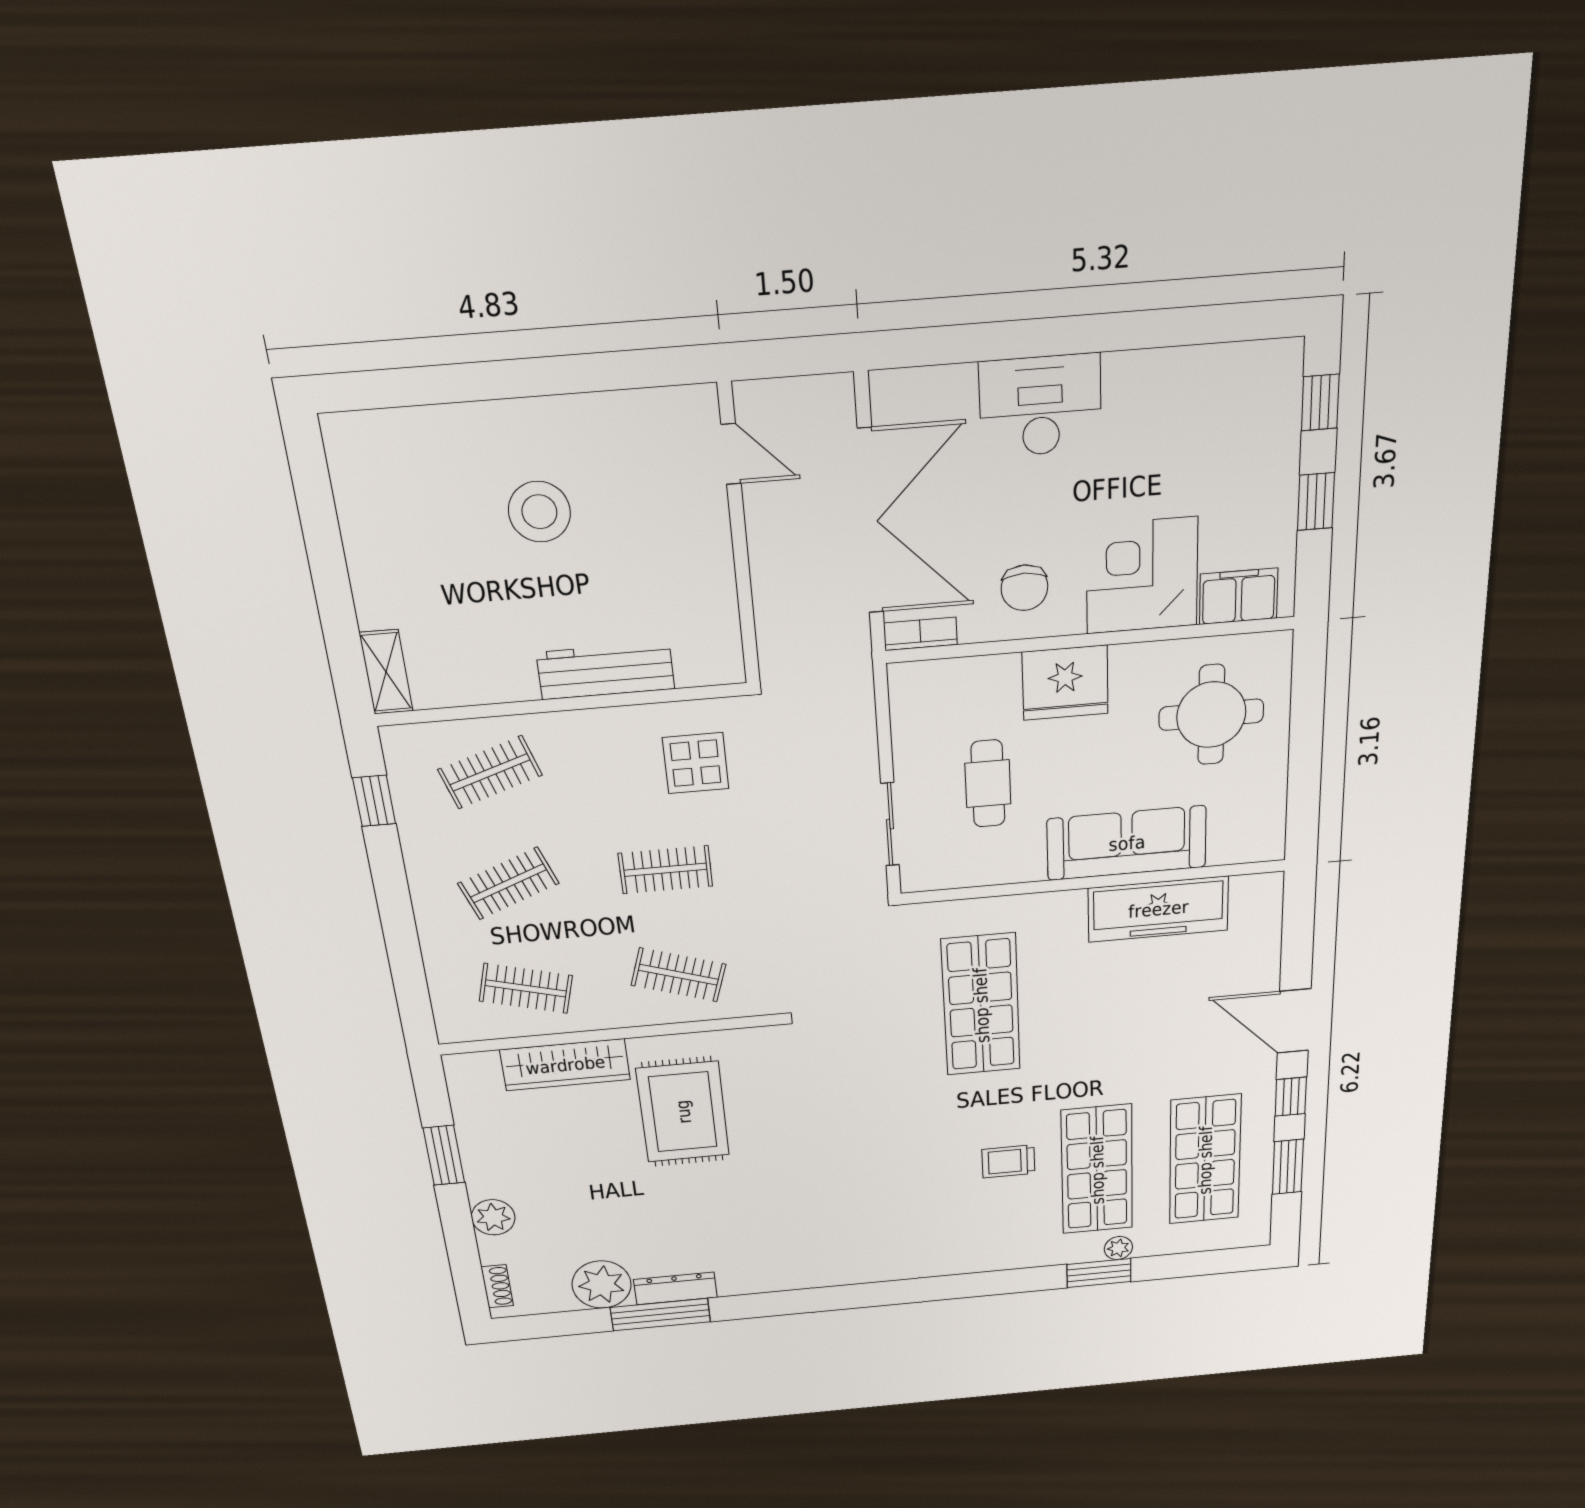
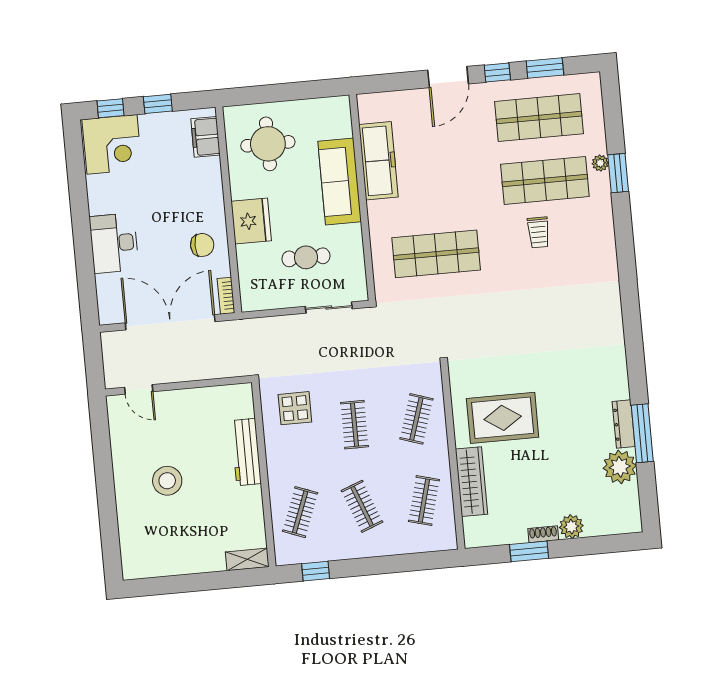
door: (731, 454) -> (139, 389), swing flipped
corner desk: (1142, 576) -> (112, 144), moved, turned -90
clothes rail: (490, 772) -> (300, 512), turned 39
shoe rack: (497, 1286) -> (543, 534), moved

